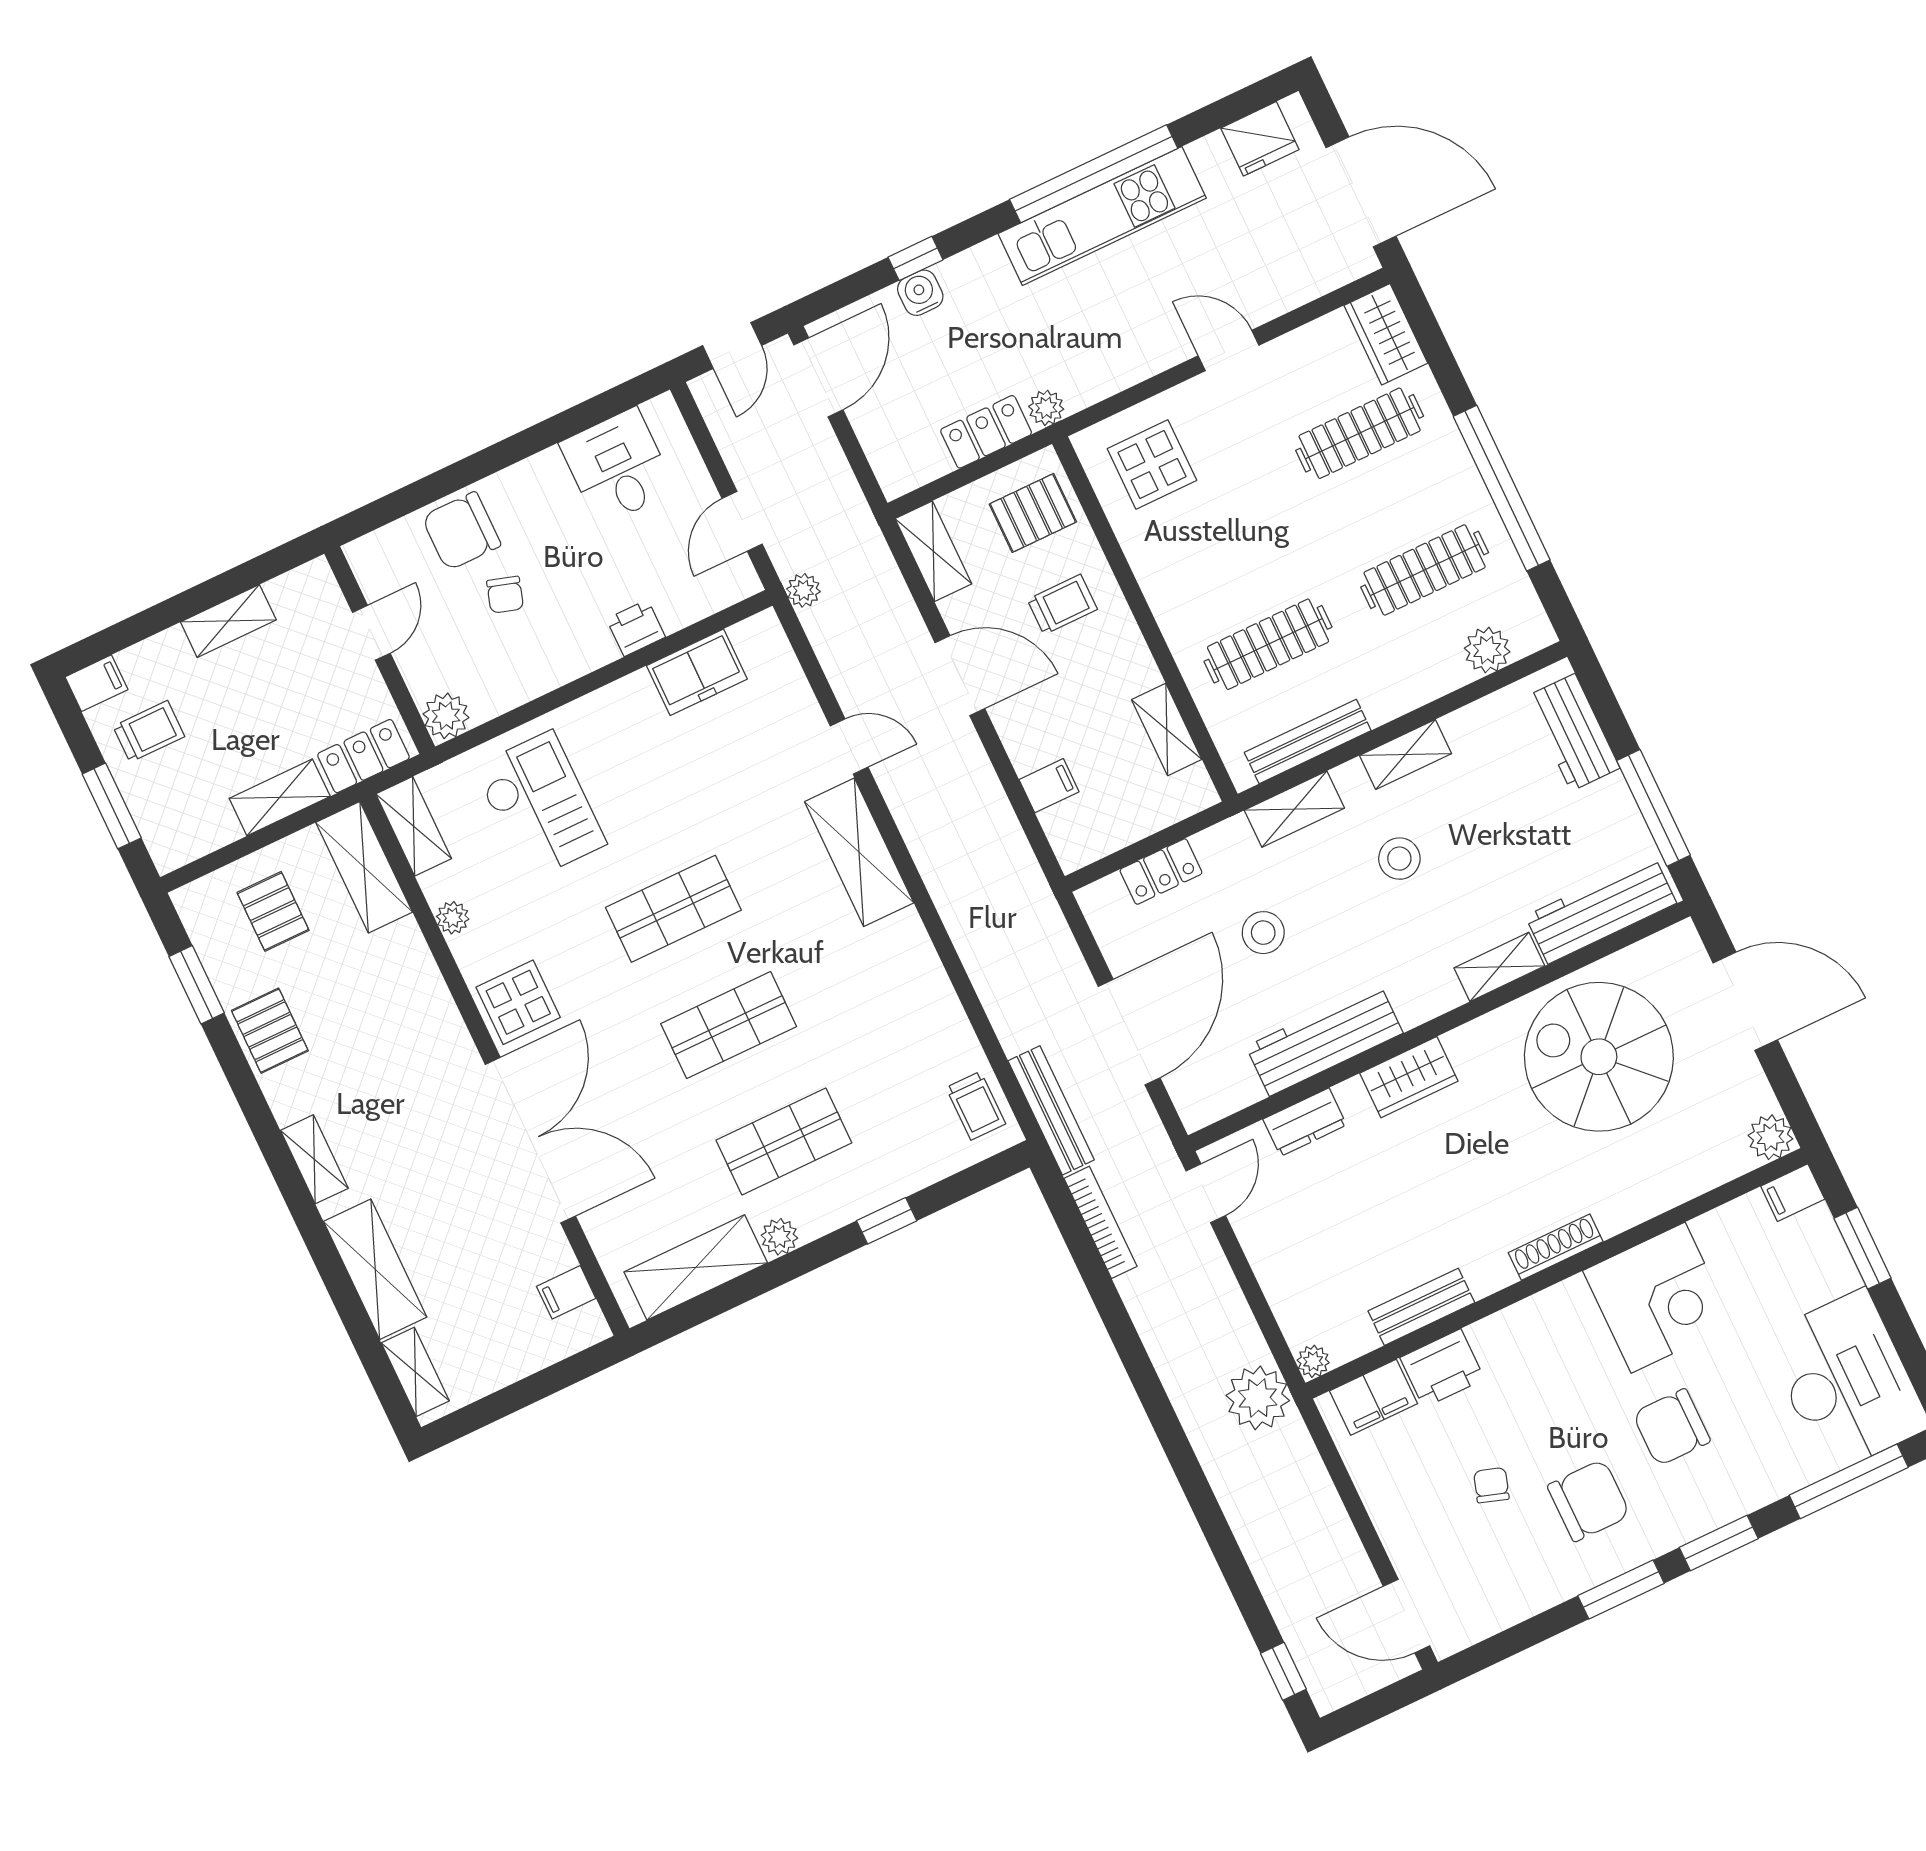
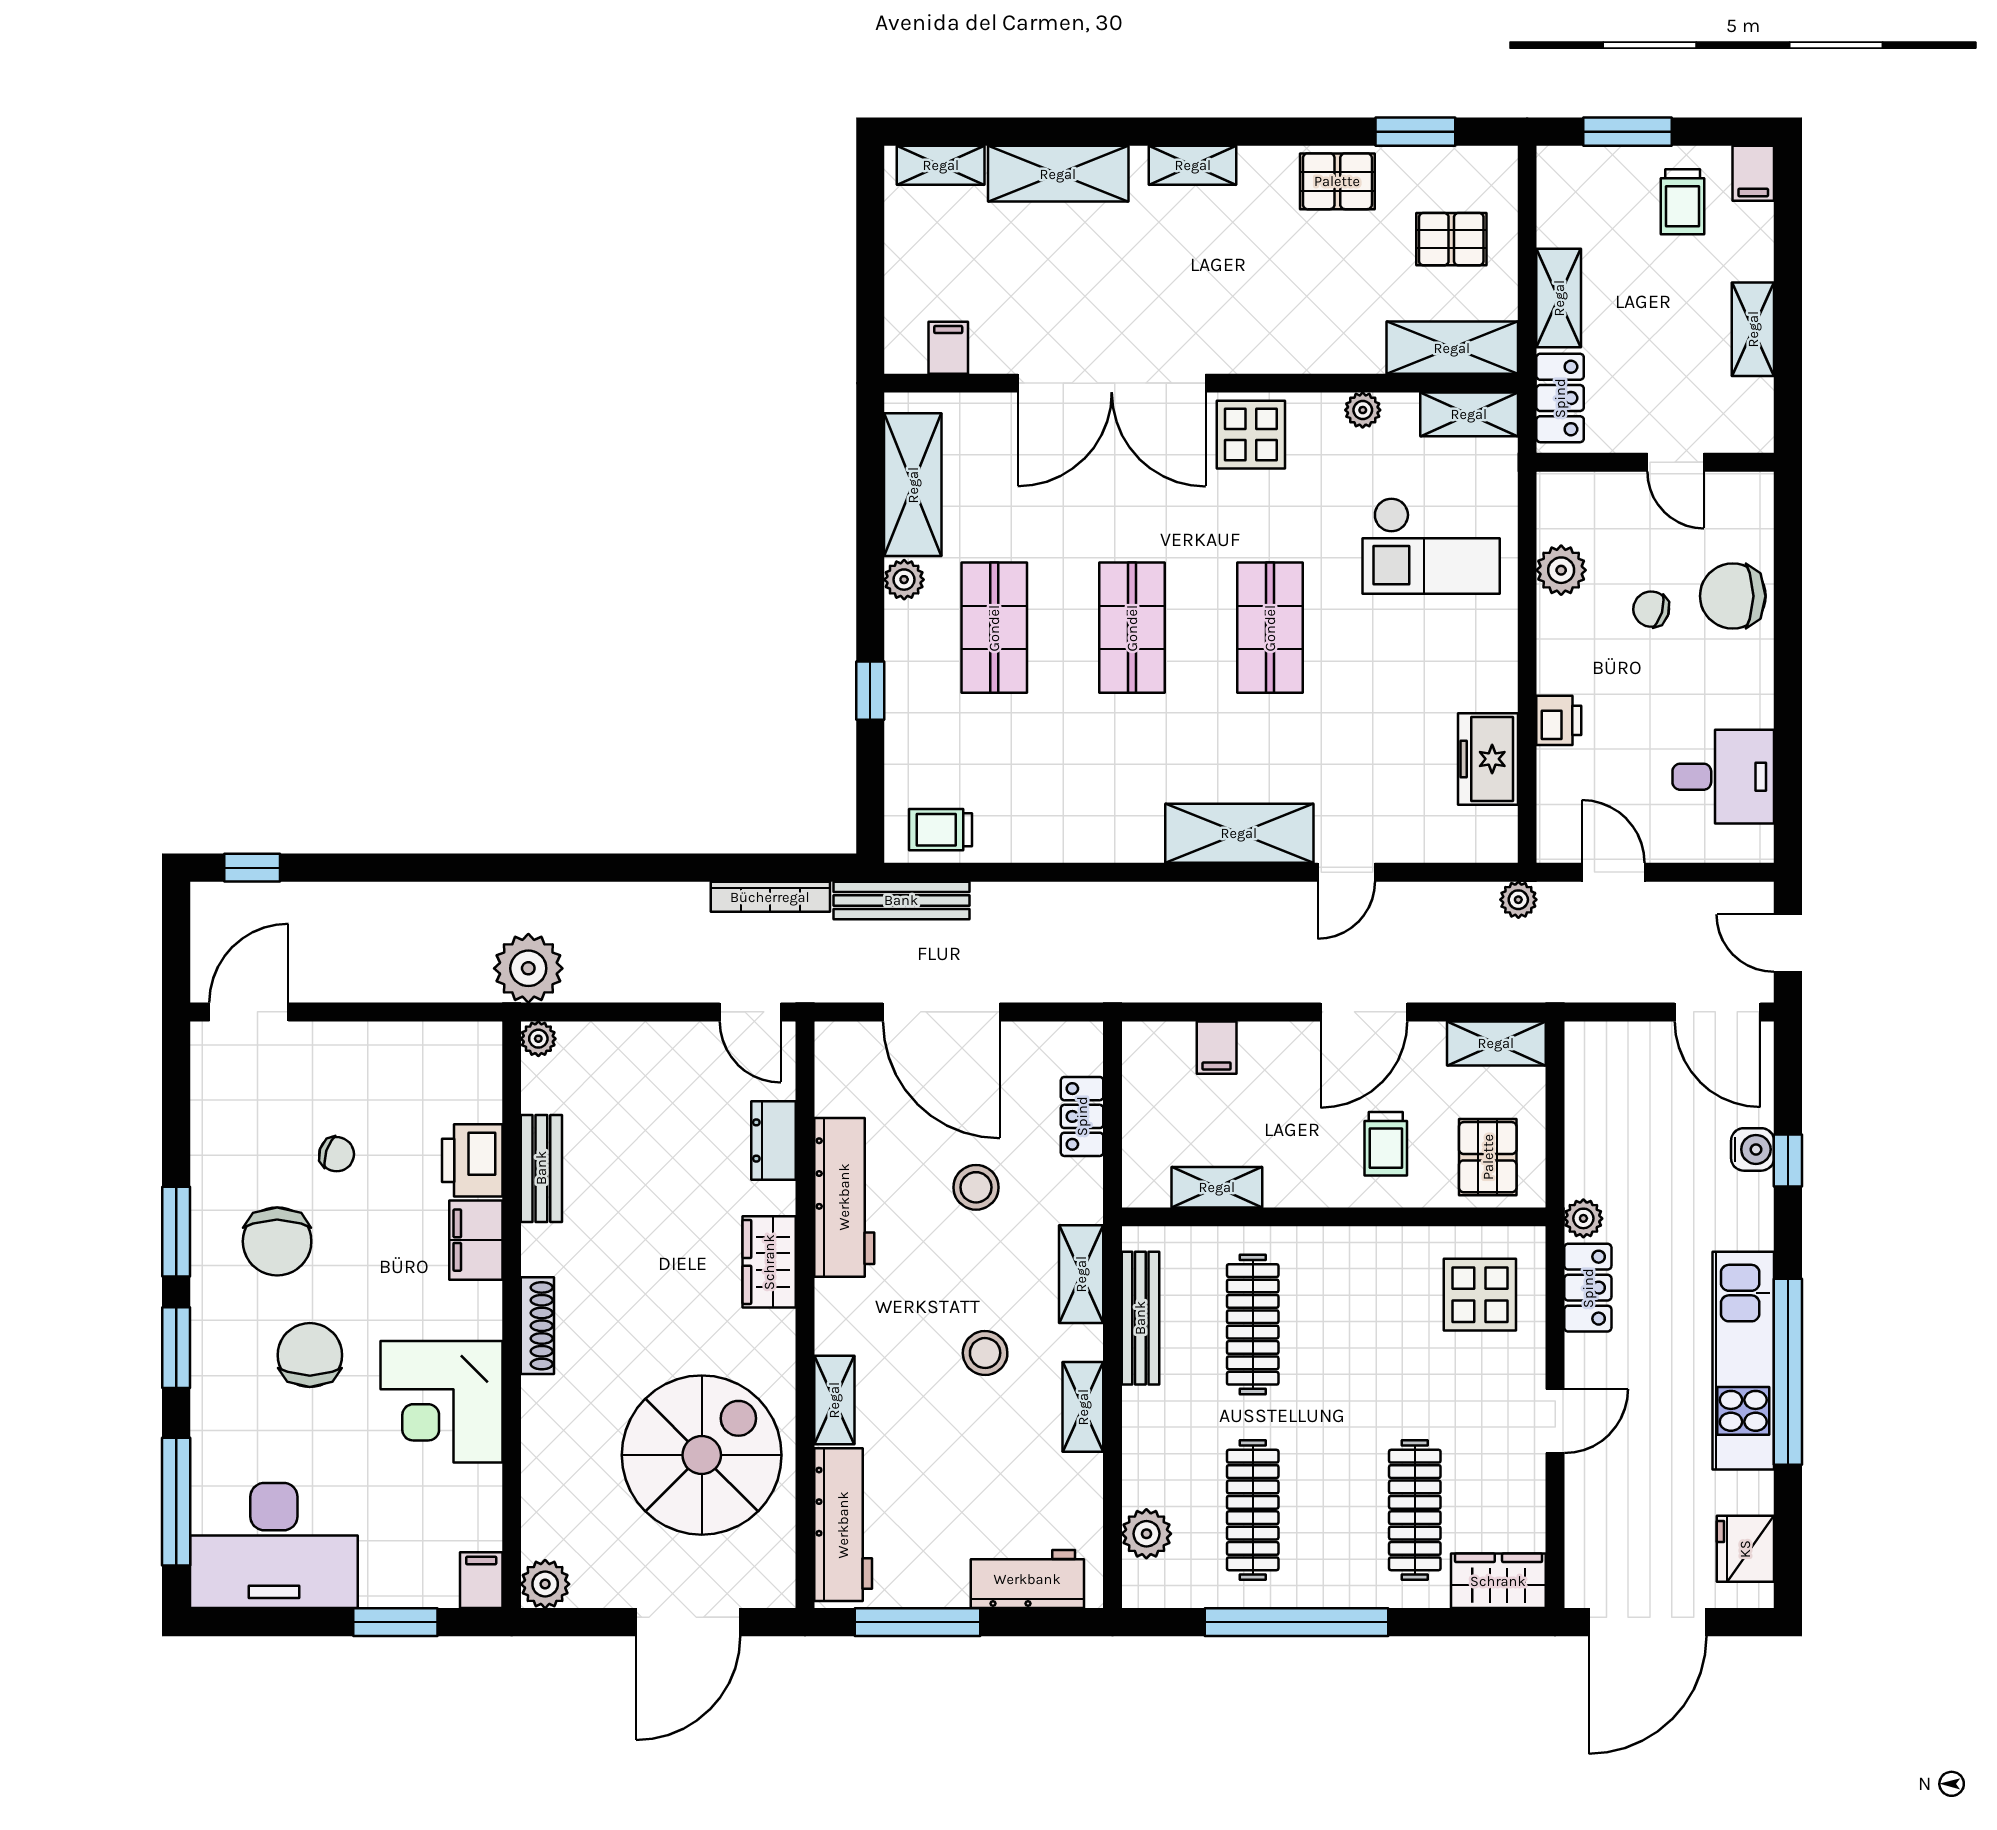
locker: (986, 432) -> (1588, 1288), moved
chair: (461, 531) -> (1733, 596), turned -90
plant: (446, 716) -> (1561, 570), moved
filing cabinet: (1374, 1397) -> (476, 1240), moved

